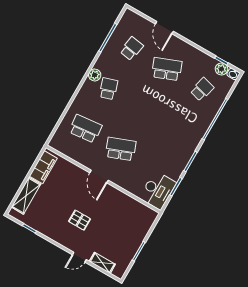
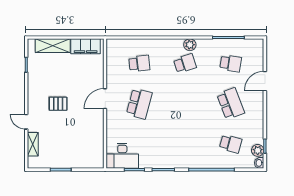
school desk: (85, 129) -> (139, 63), width x0.54
school desk: (121, 149) -> (139, 104), turned 36
pallet: (80, 220) -> (58, 104), turned 90

